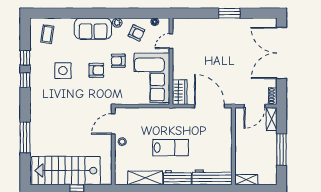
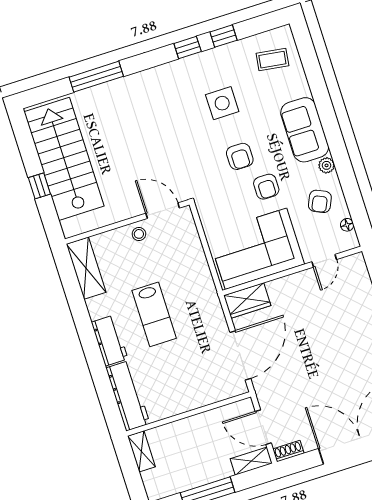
door: (171, 41) -> (324, 261), swing flipped
armchair: (118, 61) -> (266, 187), turned 180
shelving: (145, 178) -> (86, 268), moved

